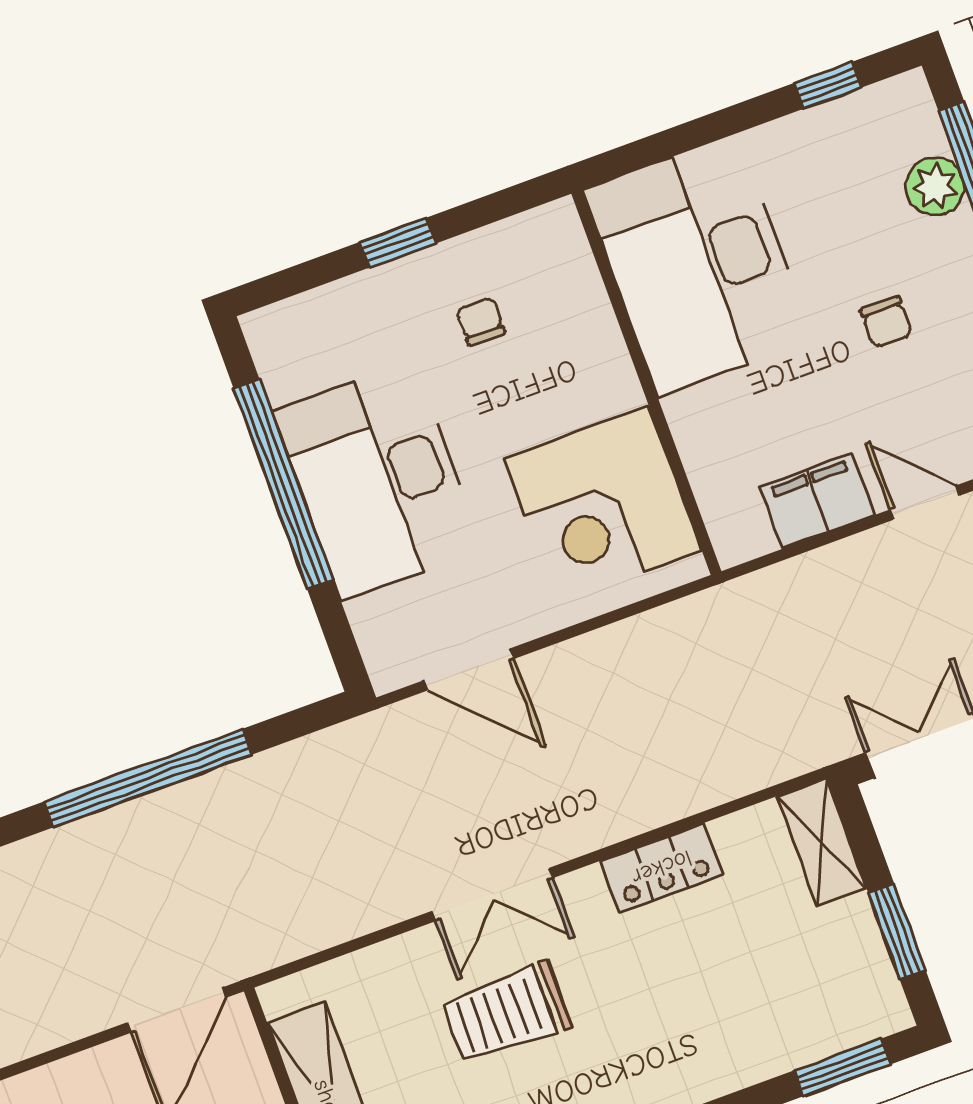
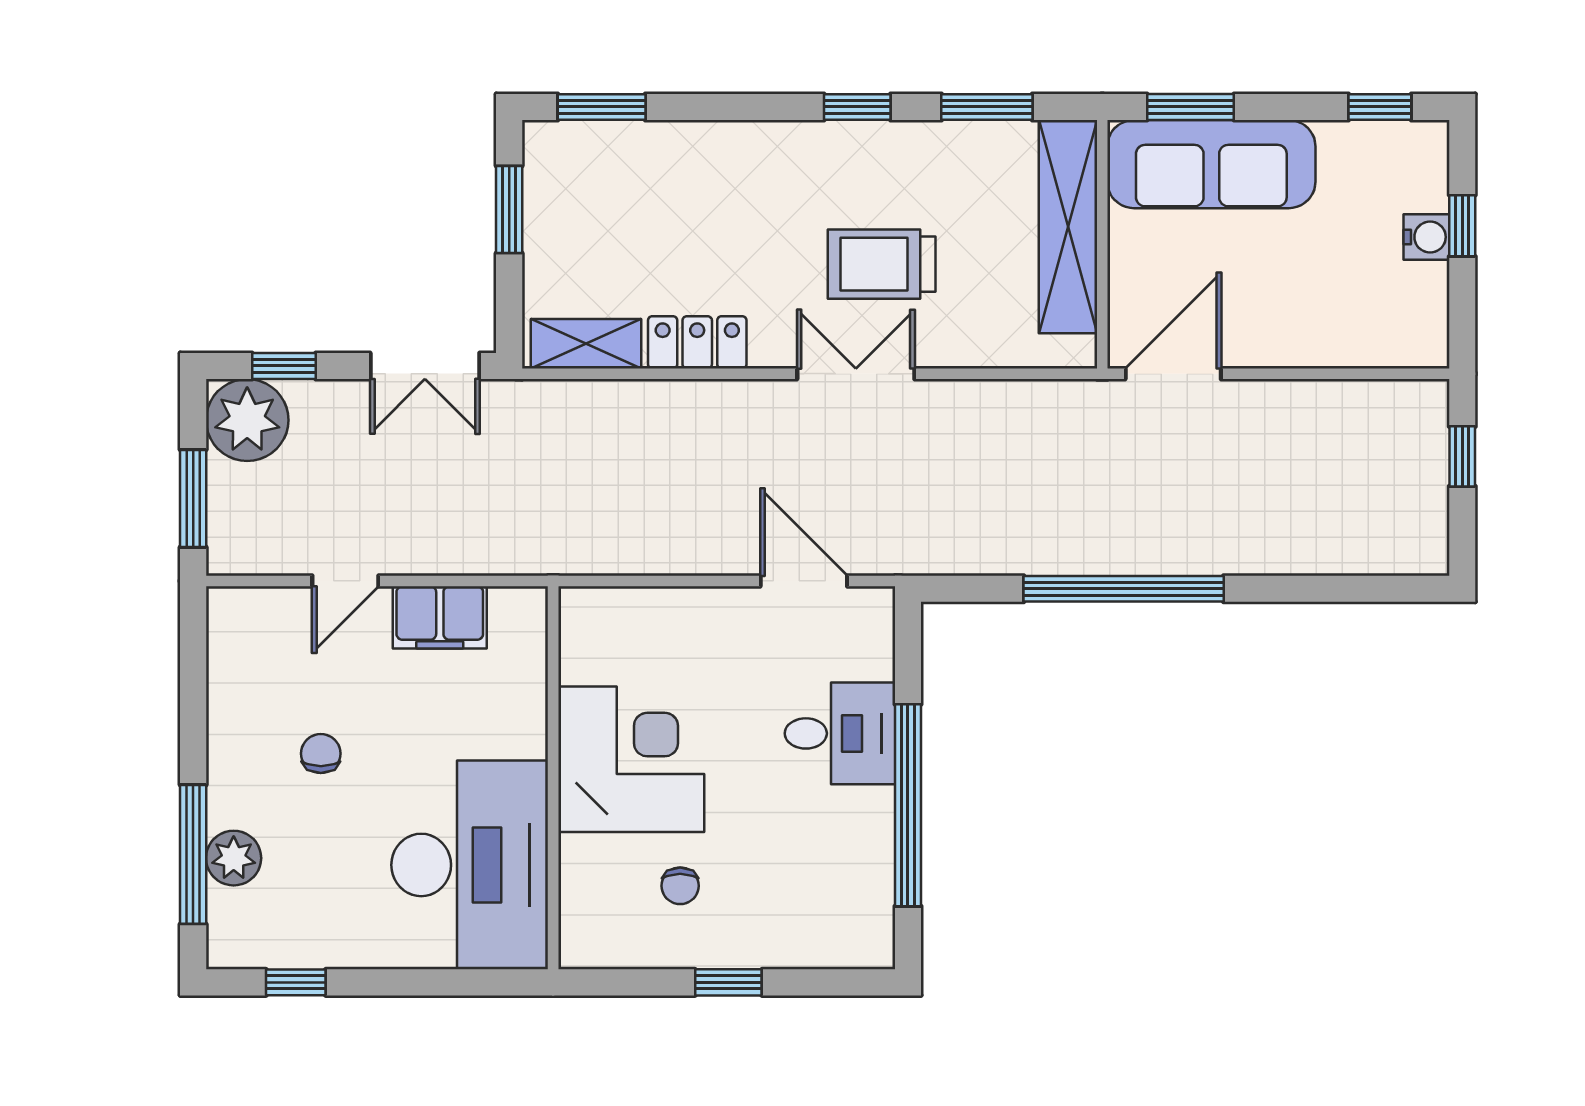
desk: (377, 481) -> (840, 733), width x0.53, depth x0.77
door: (925, 503) -> (345, 581), hinge flipped
corner desk: (603, 504) -> (631, 759), moved
shelving: (822, 842) -> (586, 344), moved, turned 90
trolley: (507, 1013) -> (882, 264), turned 180

